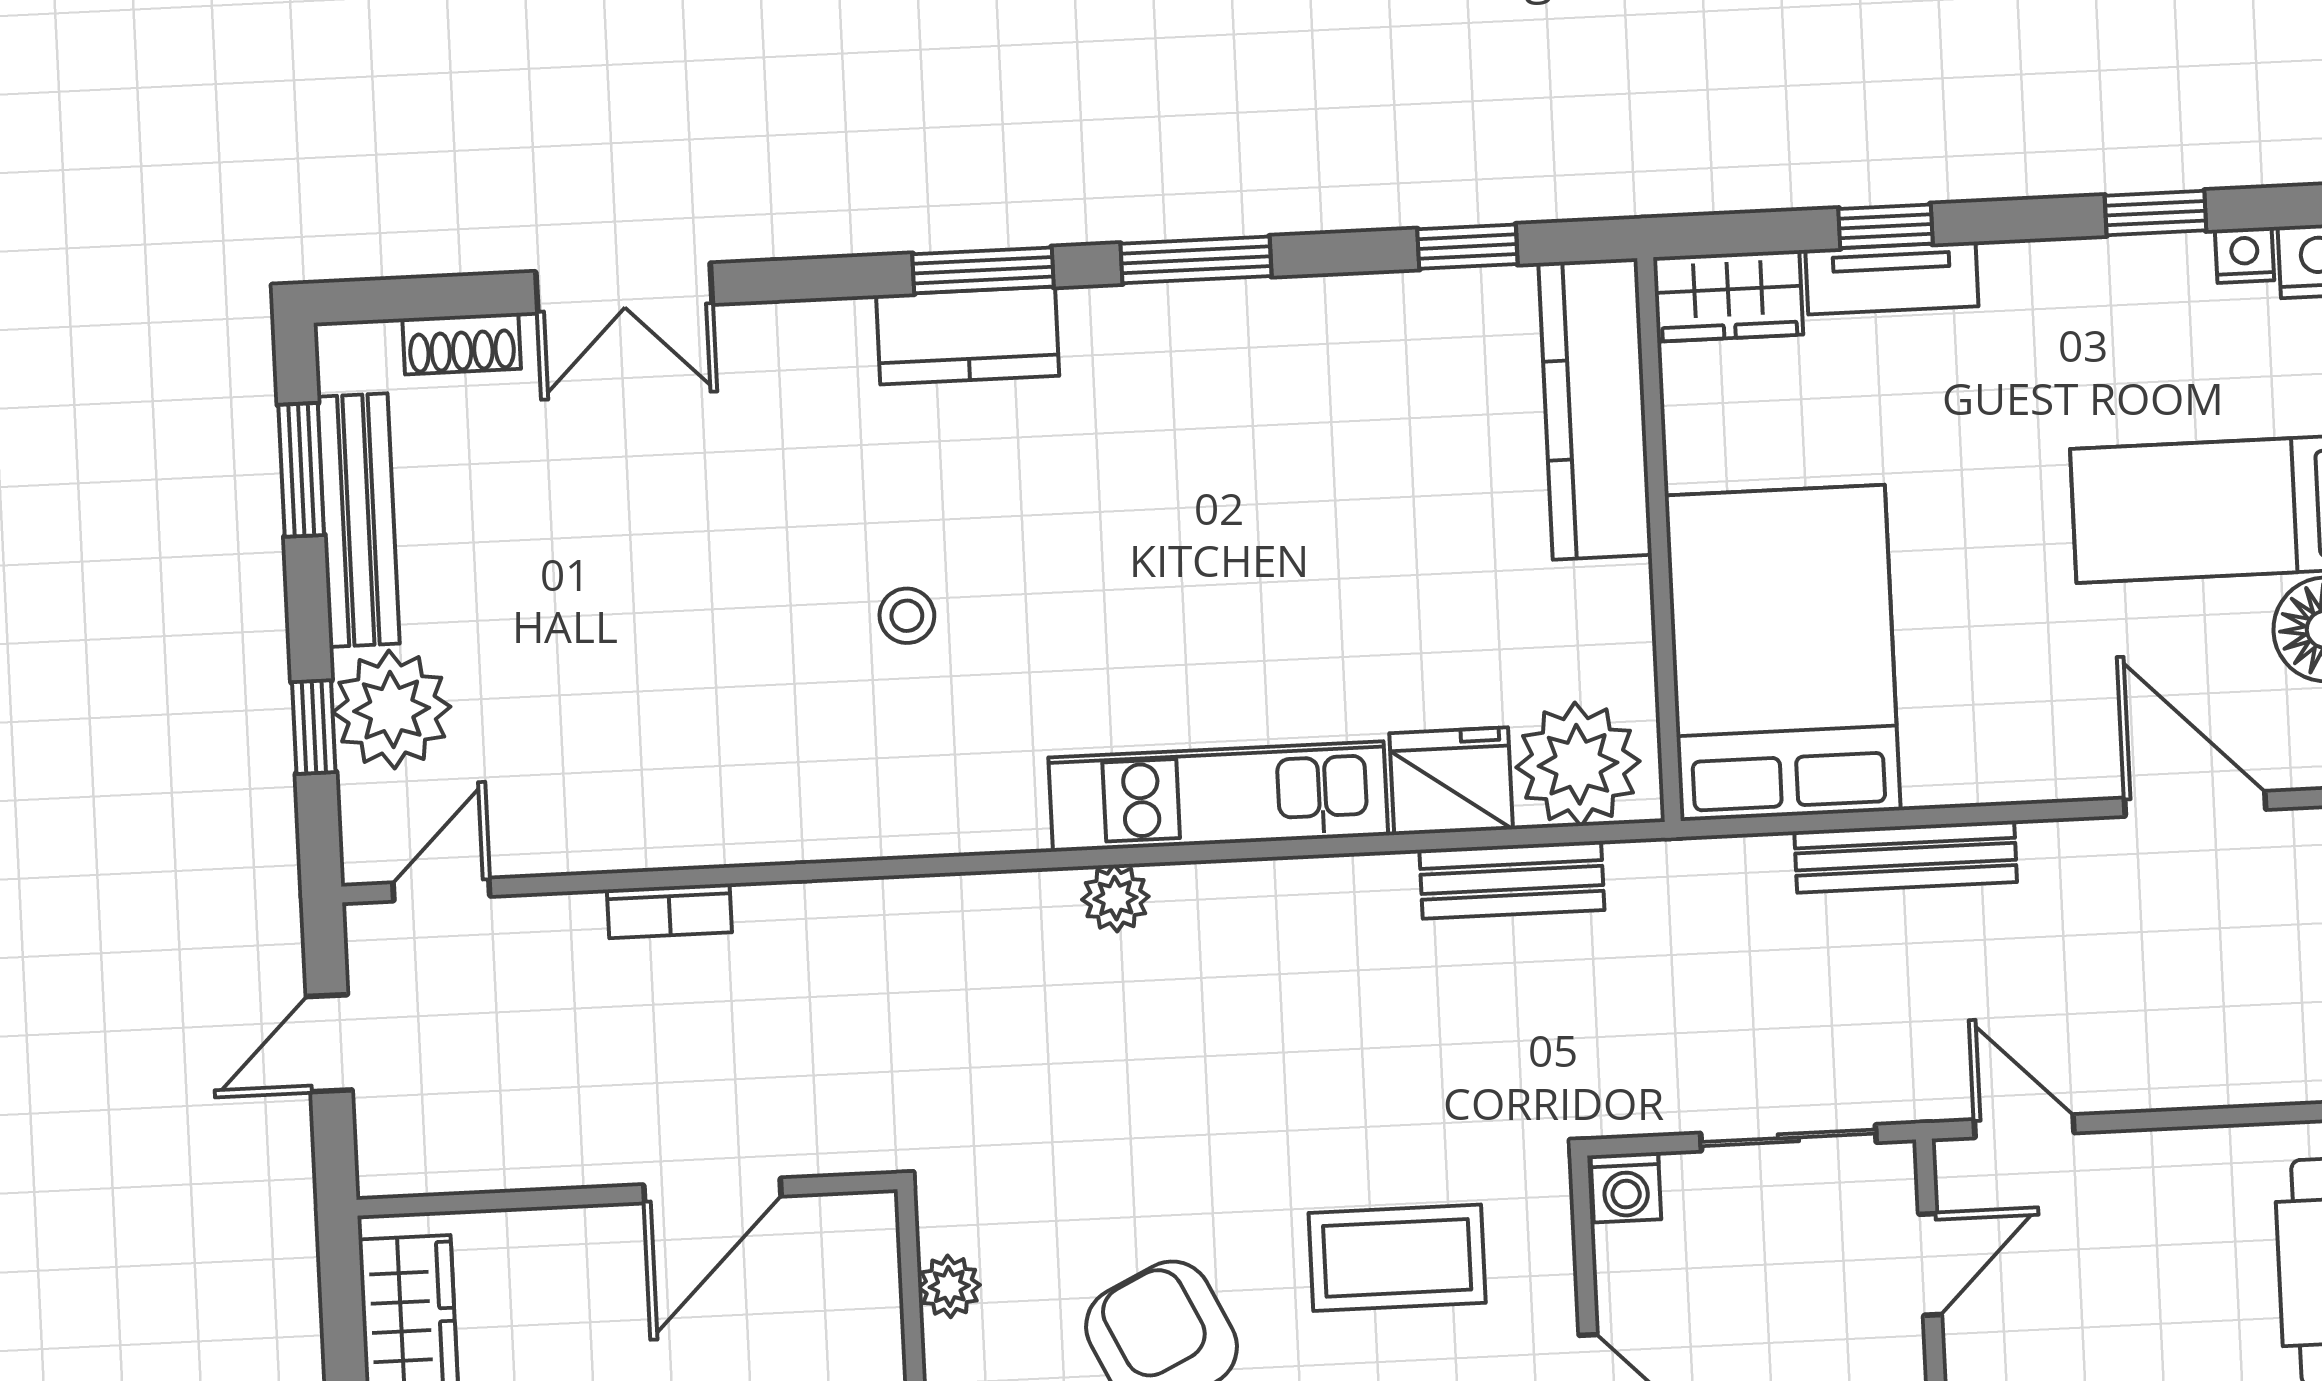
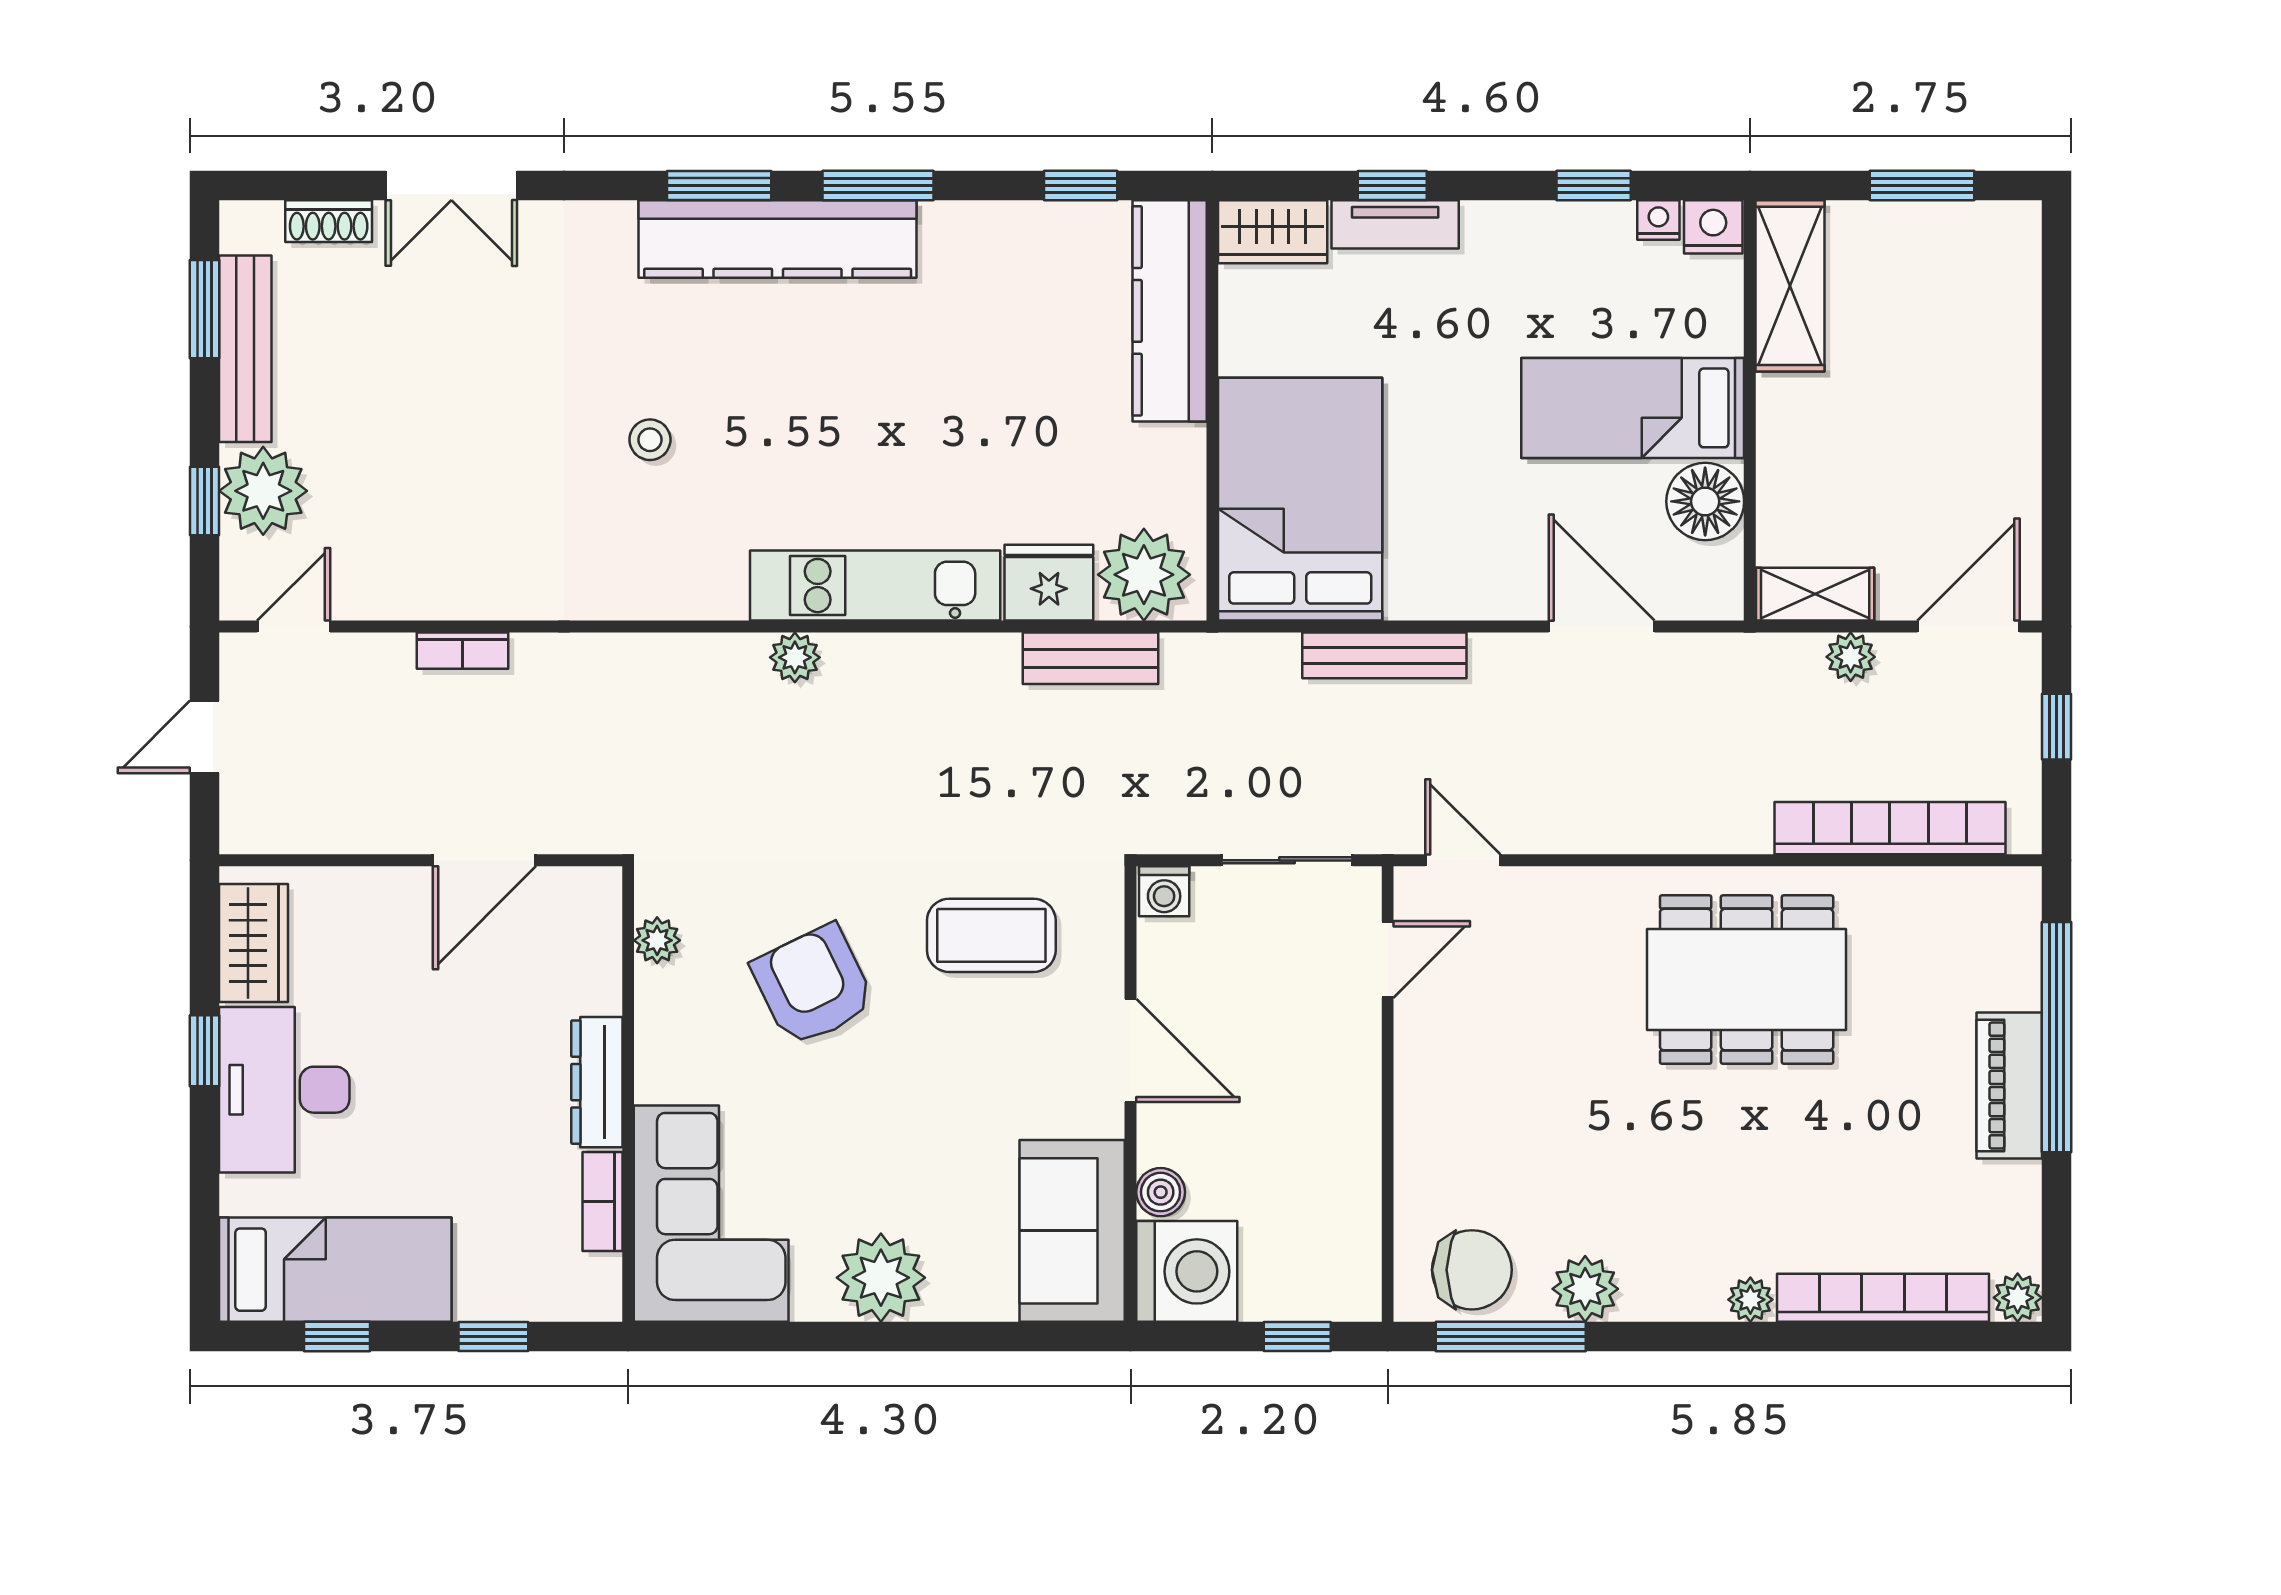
kitchen counter: (968, 335) -> (778, 239), width x2.08, depth x1.17

